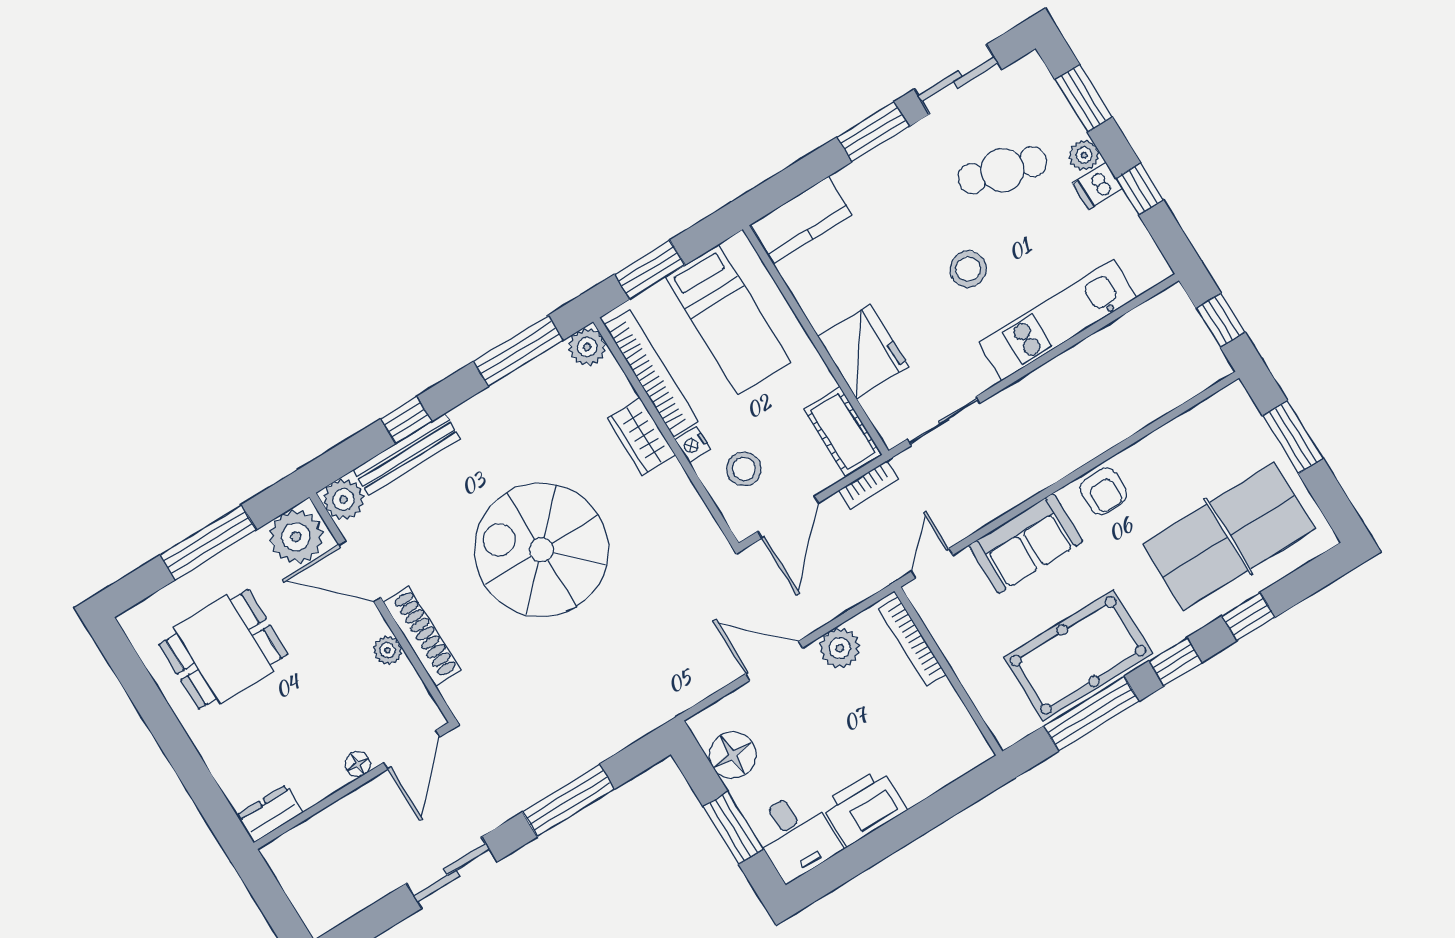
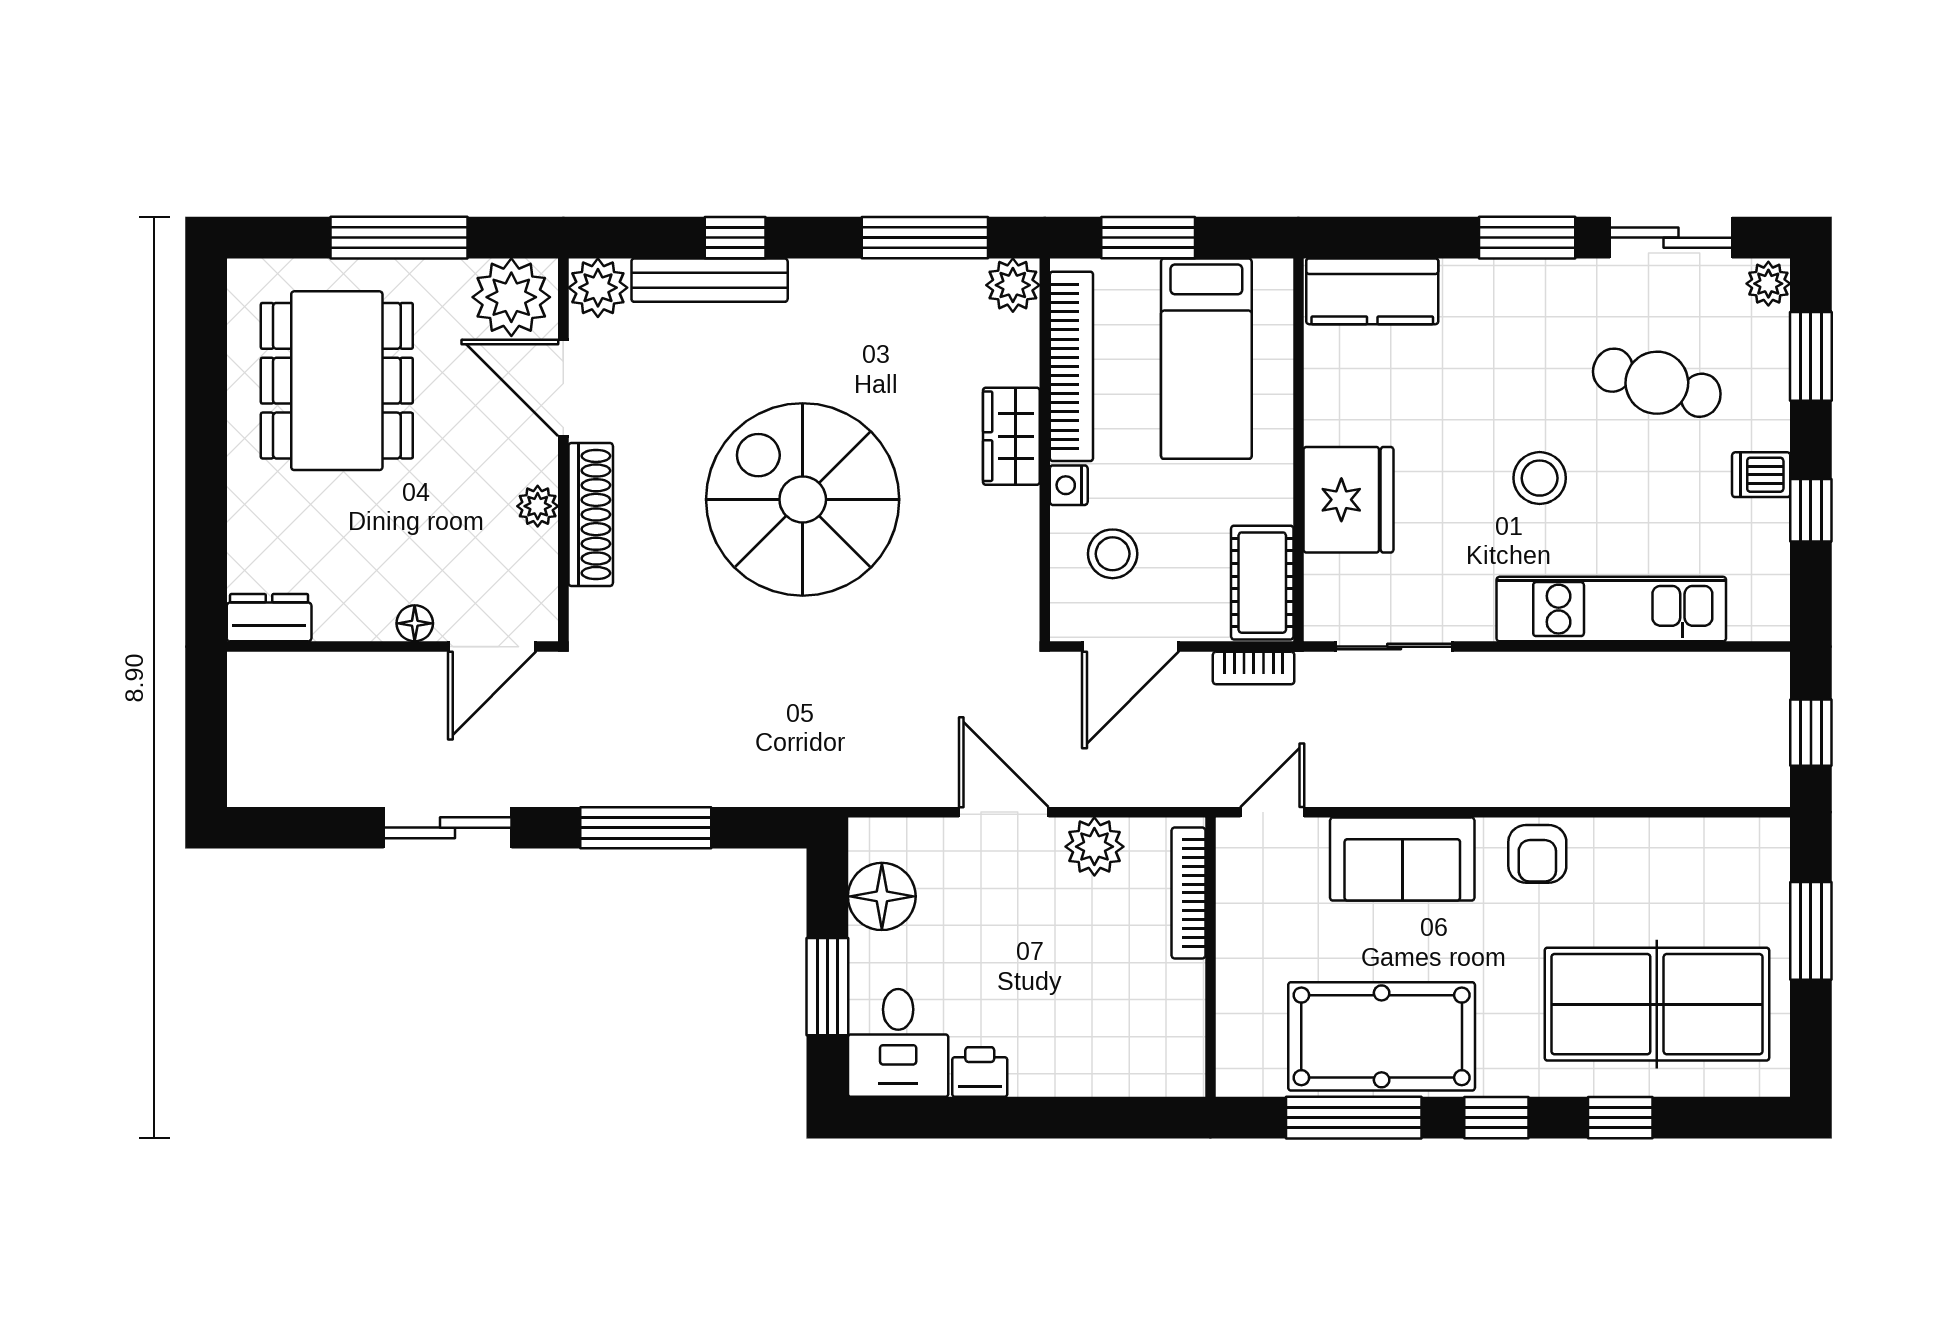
plant: (1084, 155) -> (1768, 284), moved
dining table: (224, 649) -> (337, 381), width x1.38
printer: (864, 807) -> (980, 1072), width x0.53, depth x0.68

